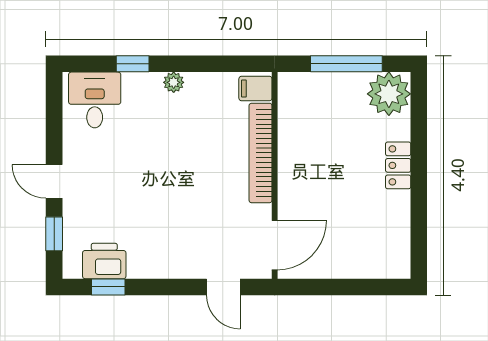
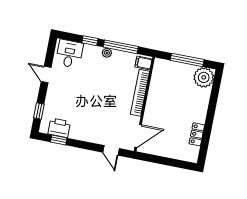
window: (200, 64) -> (121, 47), added
locker: (398, 165) -> (197, 134), moved
door: (54, 181) -> (46, 75), moved

